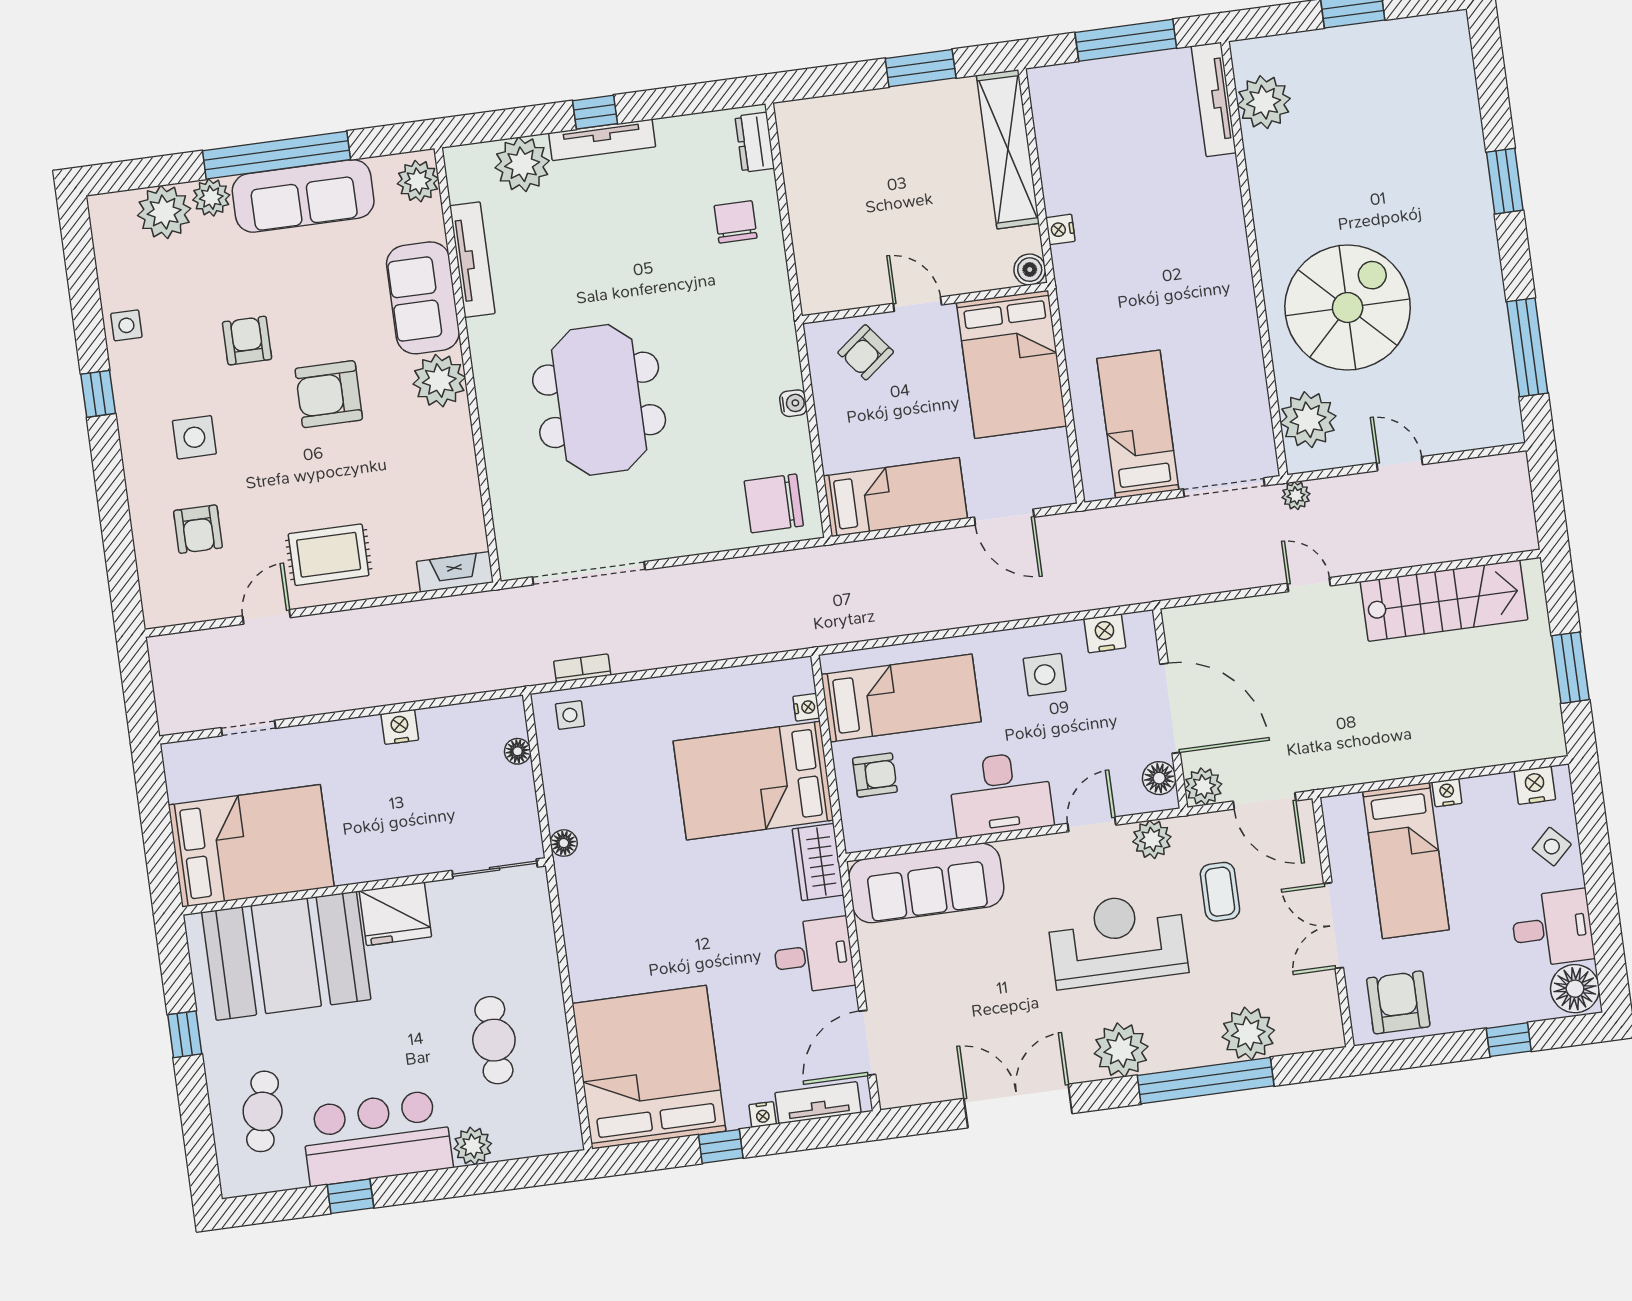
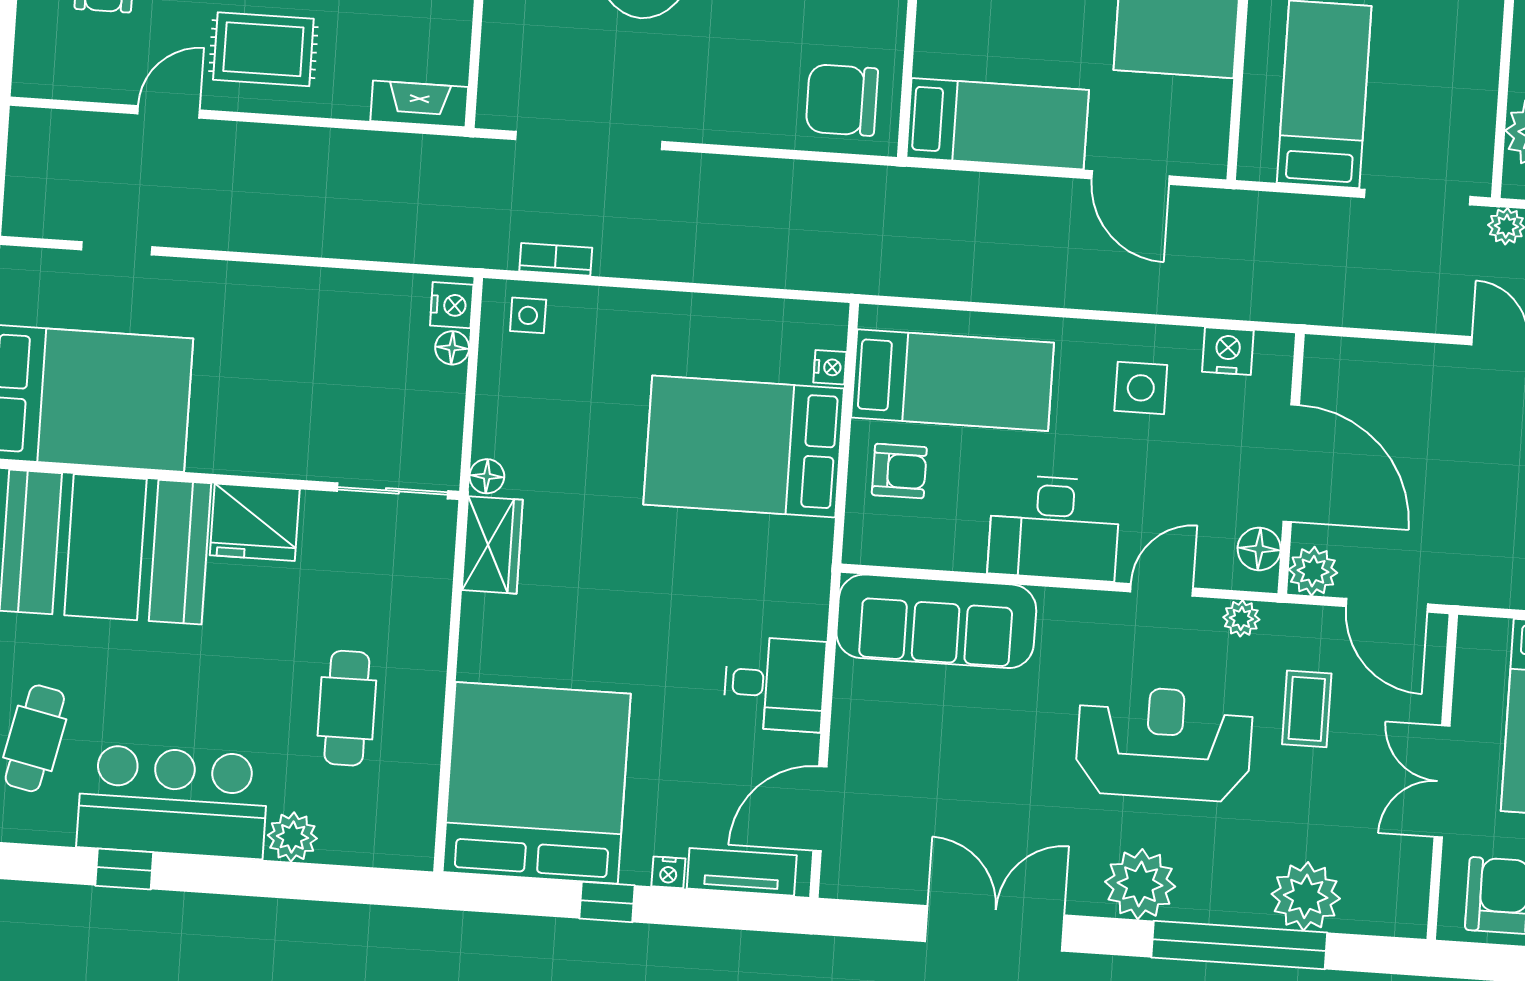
nightstand: (400, 727) -> (452, 305), moved, turned 90
plant: (1152, 839) -> (1241, 618), width x0.73, depth x0.73
wardrobe: (818, 862) -> (492, 545), moved, turned 180

